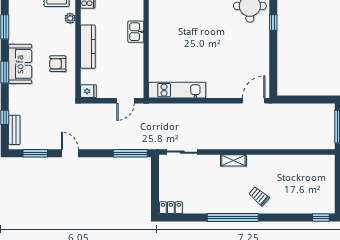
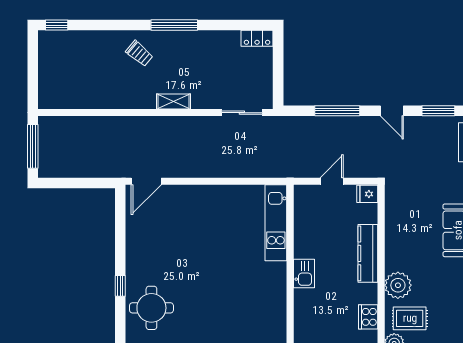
plant: (70, 18) -> (398, 285), width x1.87, depth x1.87
armchair: (58, 64) -> (408, 231), removed
kitchen unit: (177, 90) -> (276, 223), moved, turned 90
door: (126, 101) -> (332, 181), moved
window: (130, 153) -> (337, 111), moved
window: (233, 218) -> (174, 25), width x0.68

